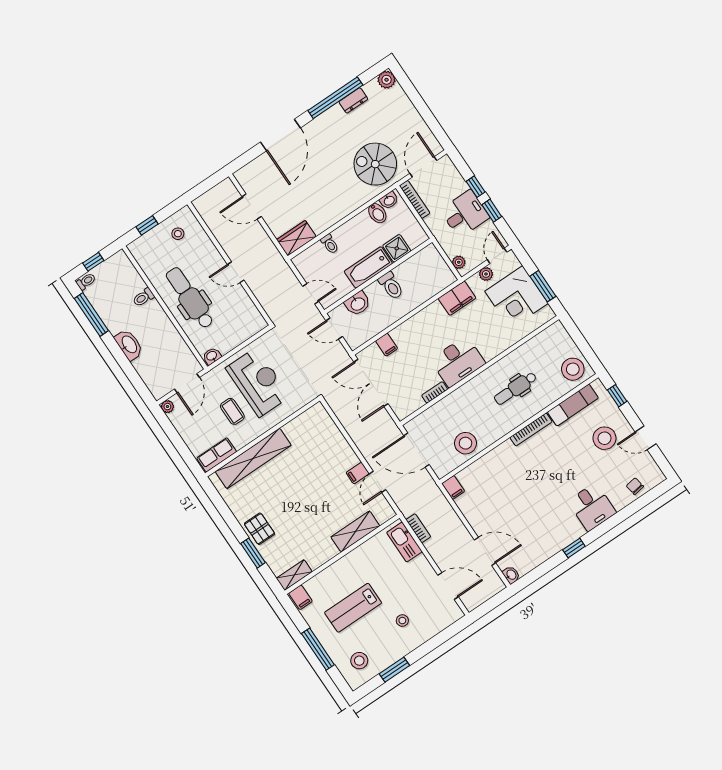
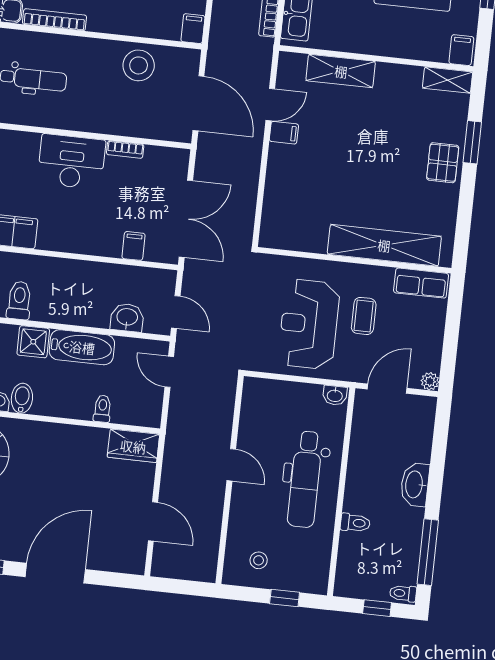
toilet: (391, 286) -> (19, 300), moved

